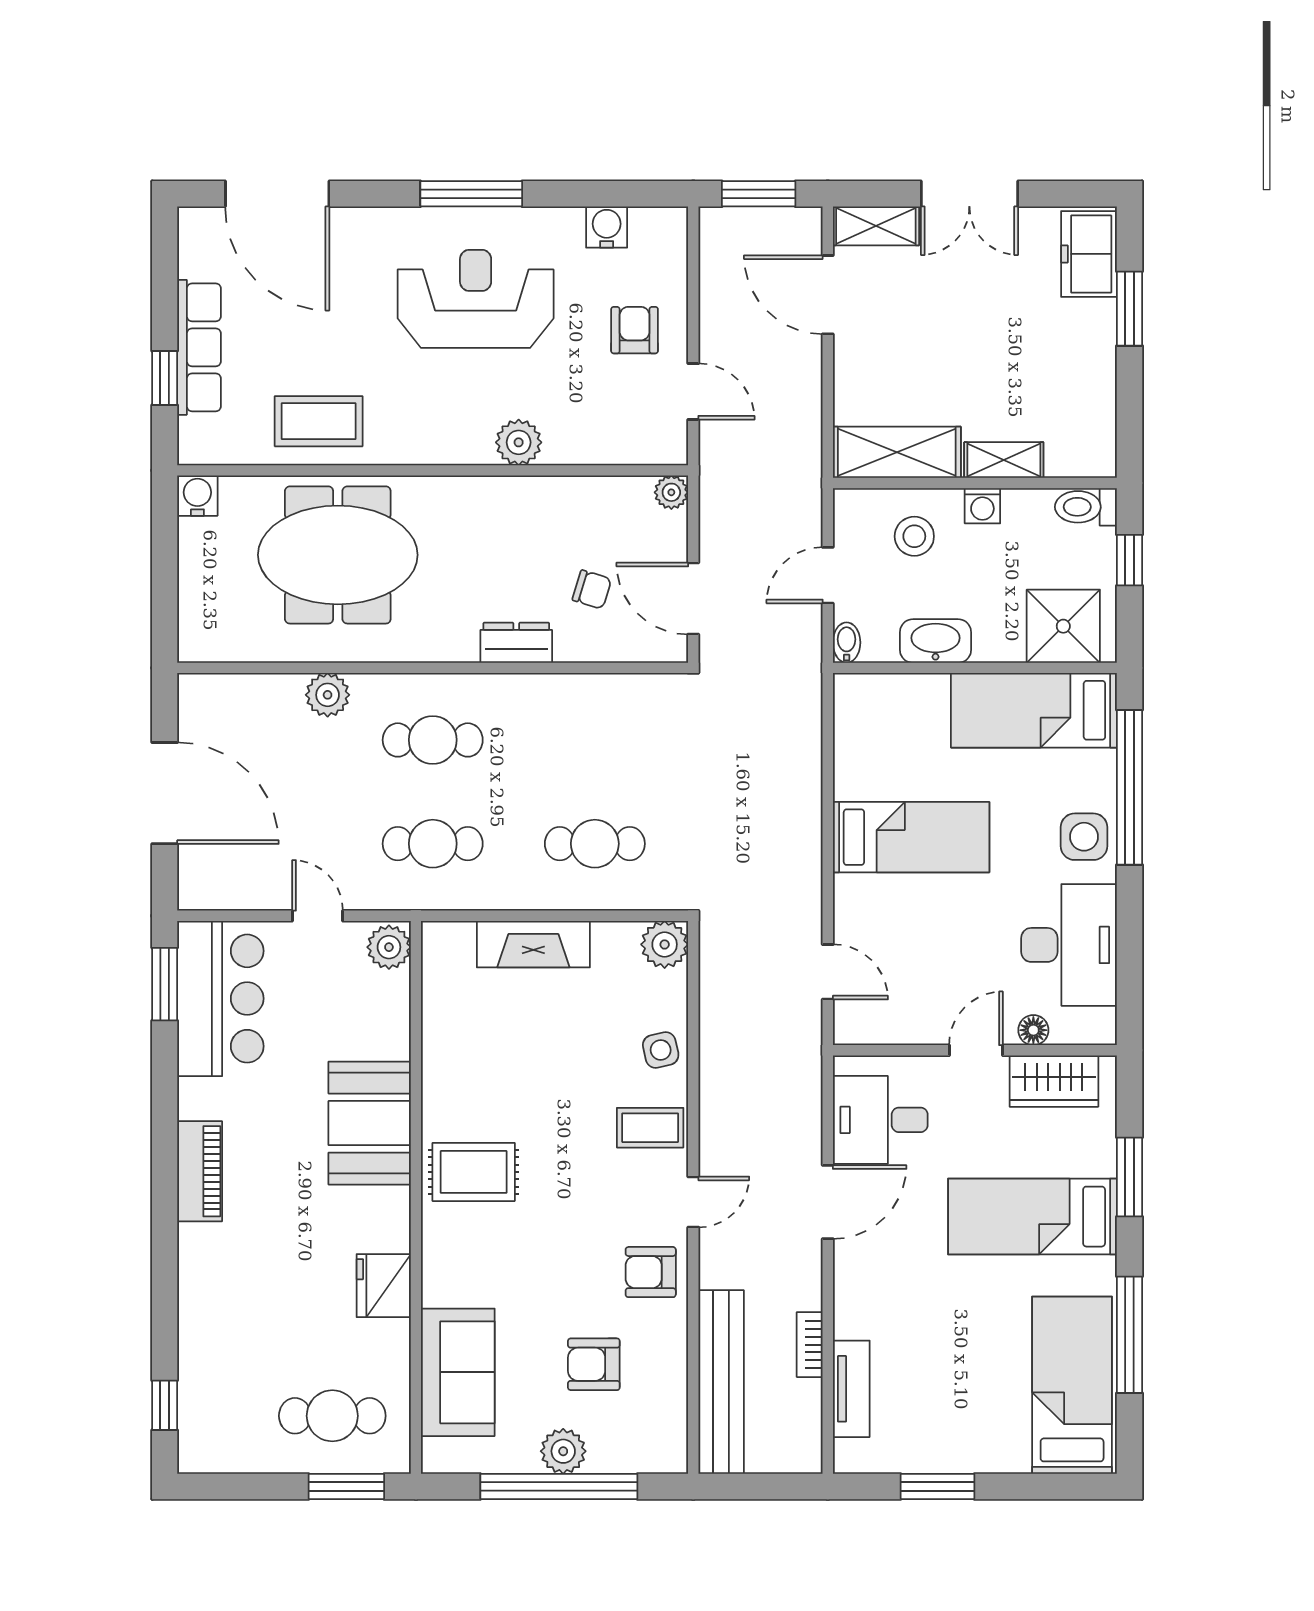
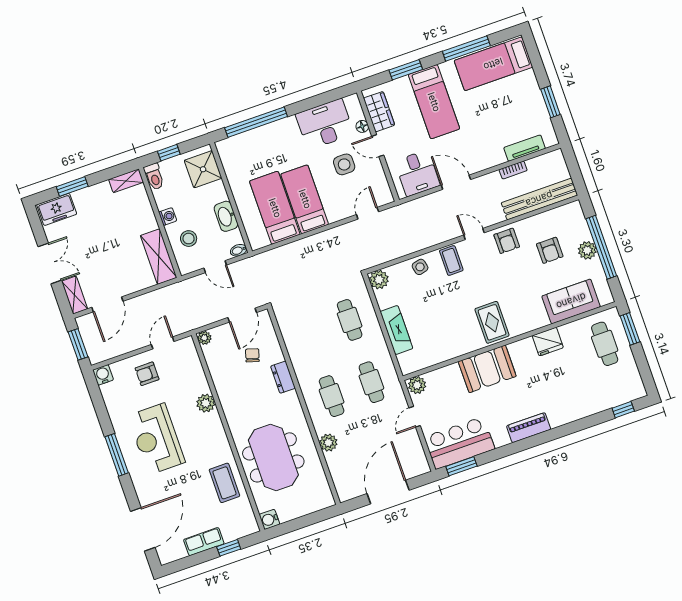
water cooler: (607, 227) -> (103, 375), moved, turned 90
row of seats: (199, 347) -> (204, 542), width x0.68
shelving: (1004, 460) -> (126, 181), moved, turned 90
bed: (1034, 710) -> (275, 208), moved, turned 180
side table: (1084, 837) -> (344, 164), moved

